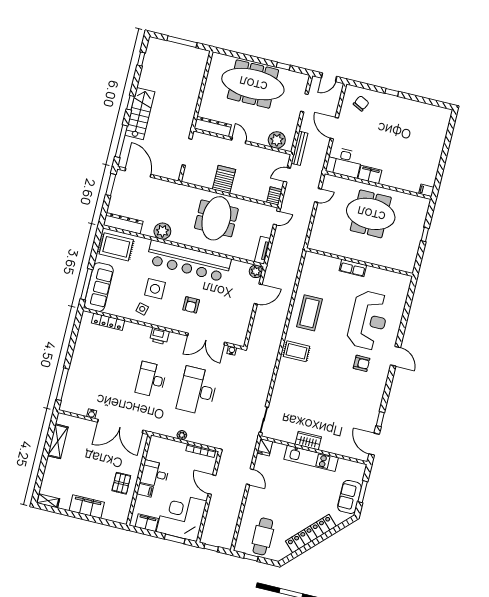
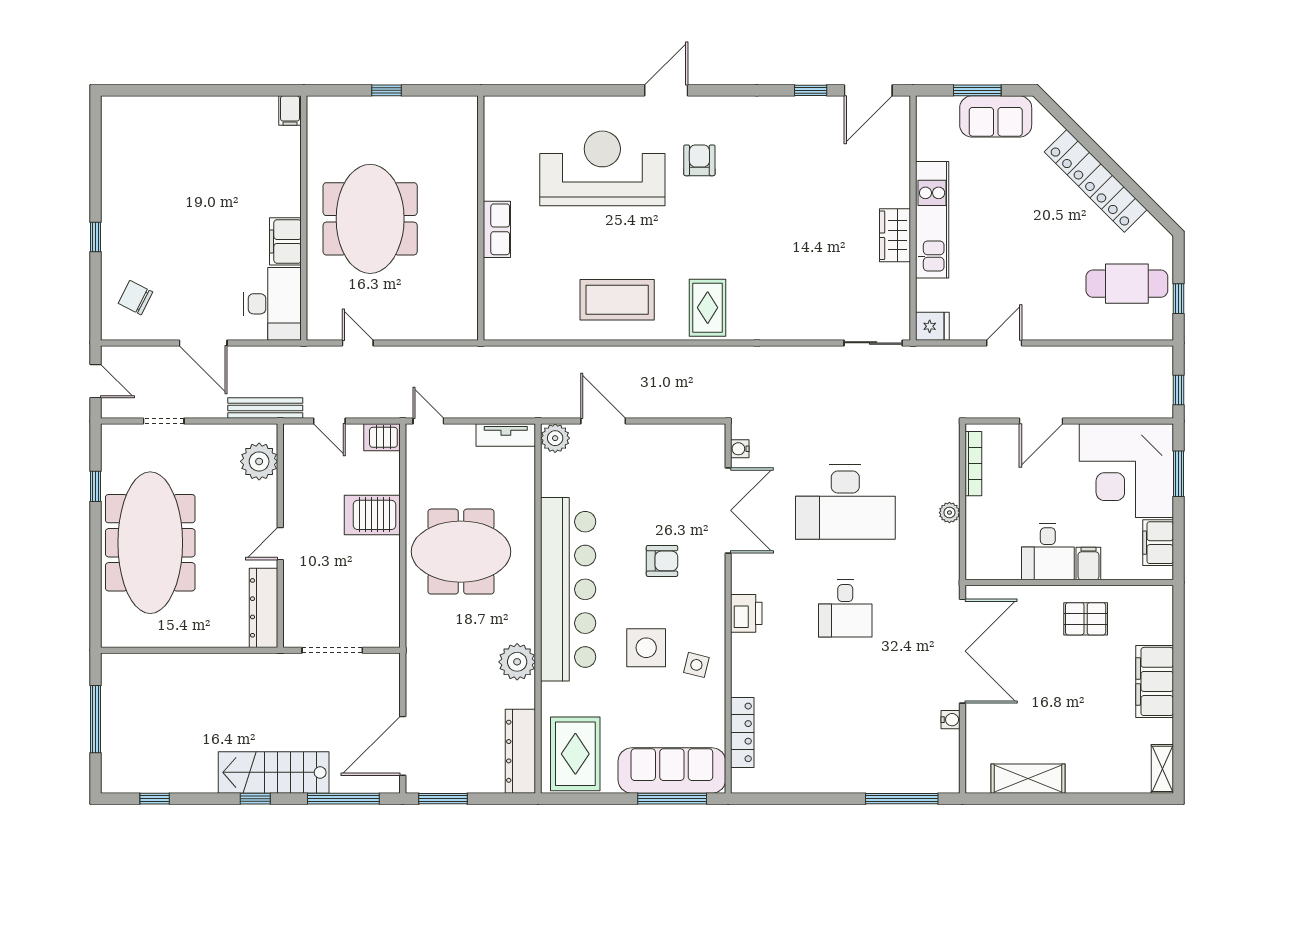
door: (334, 128) -> (203, 343), hinge flipped
server rack: (224, 179) -> (372, 515), moved
desk: (151, 380) -> (845, 609), width x0.73

